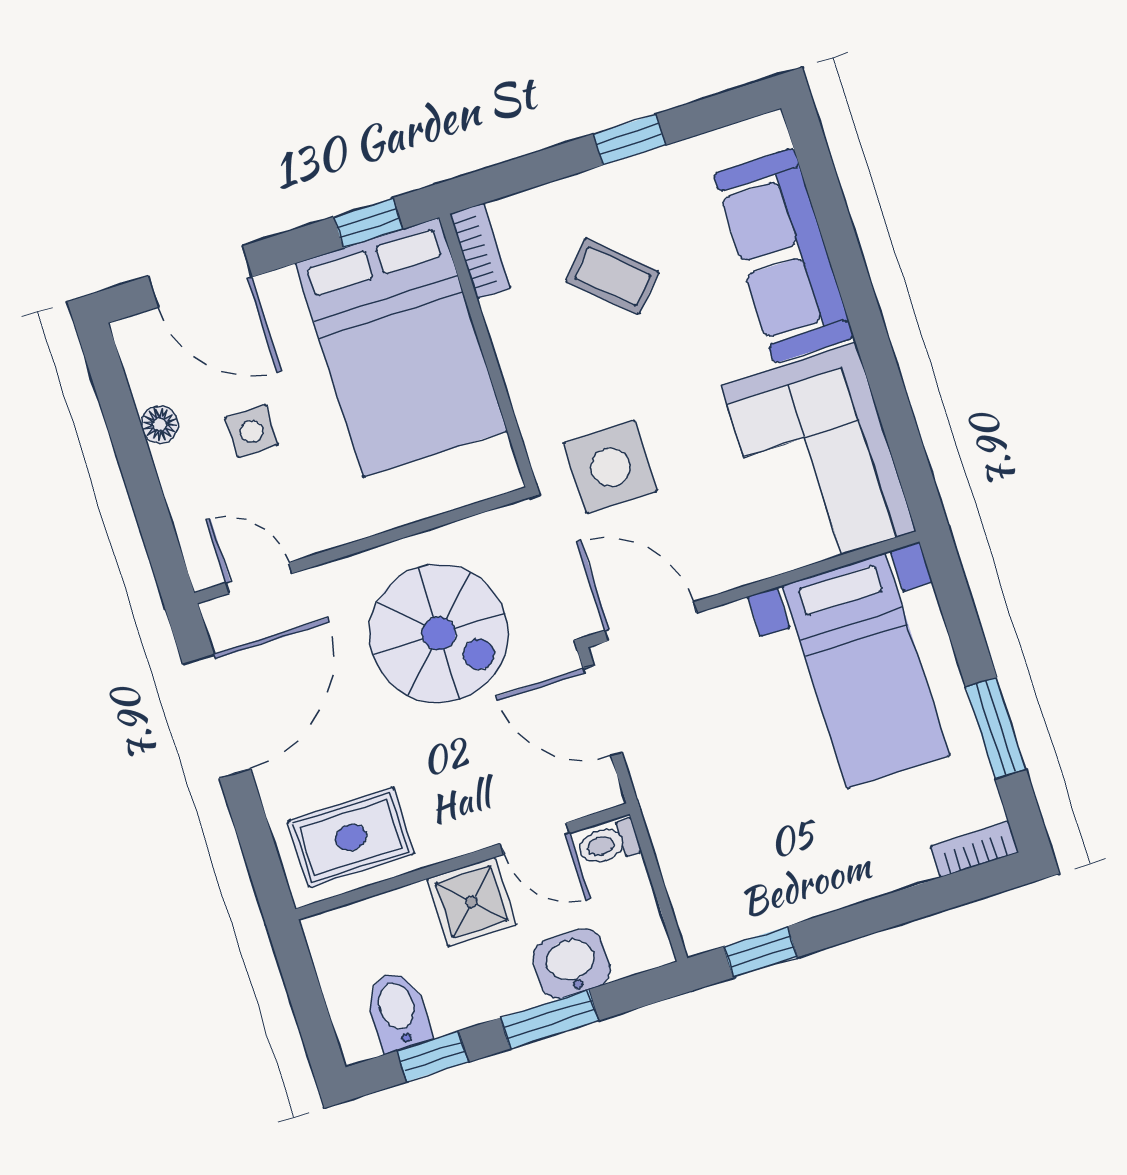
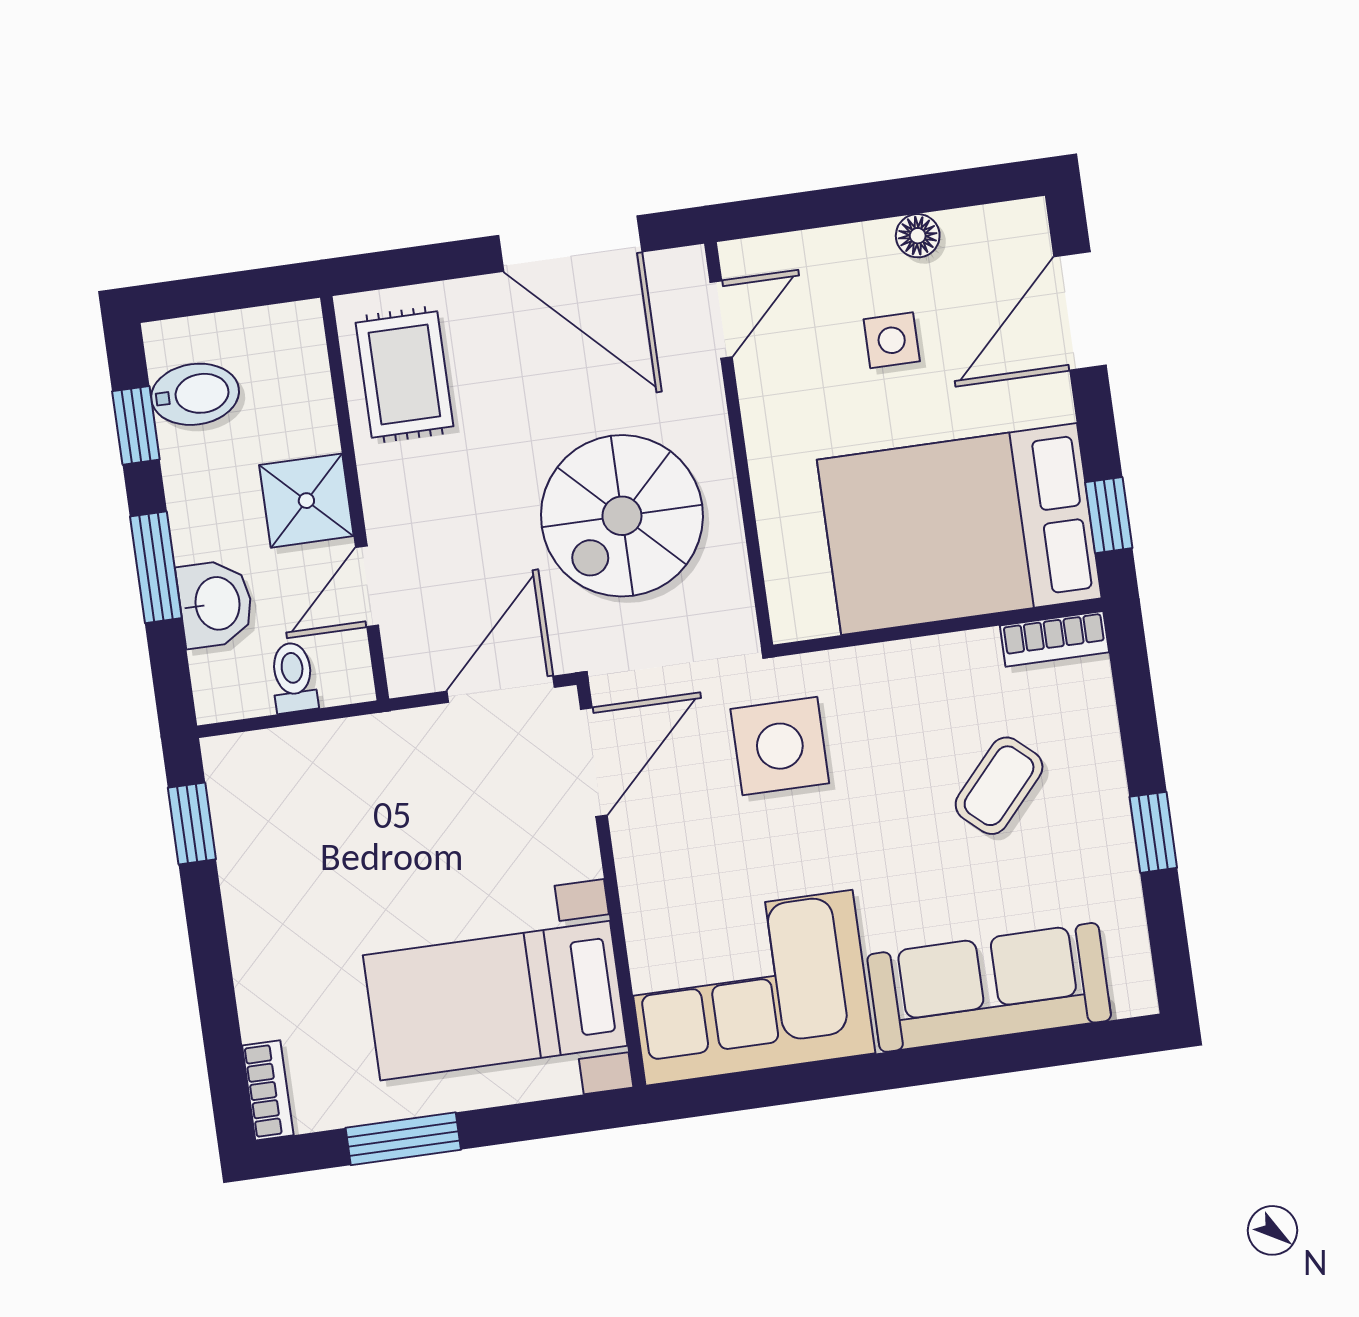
toilet: (609, 843) -> (293, 677), moved

